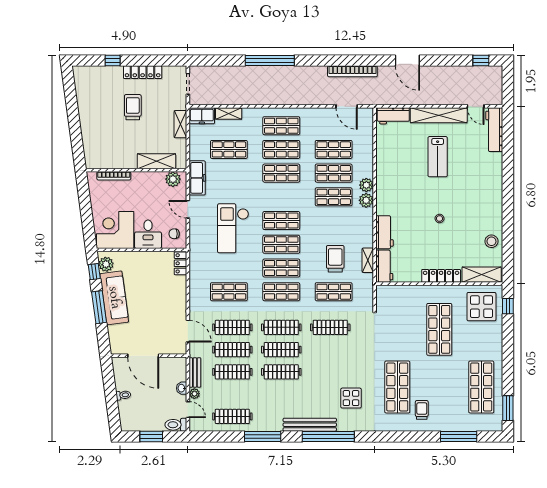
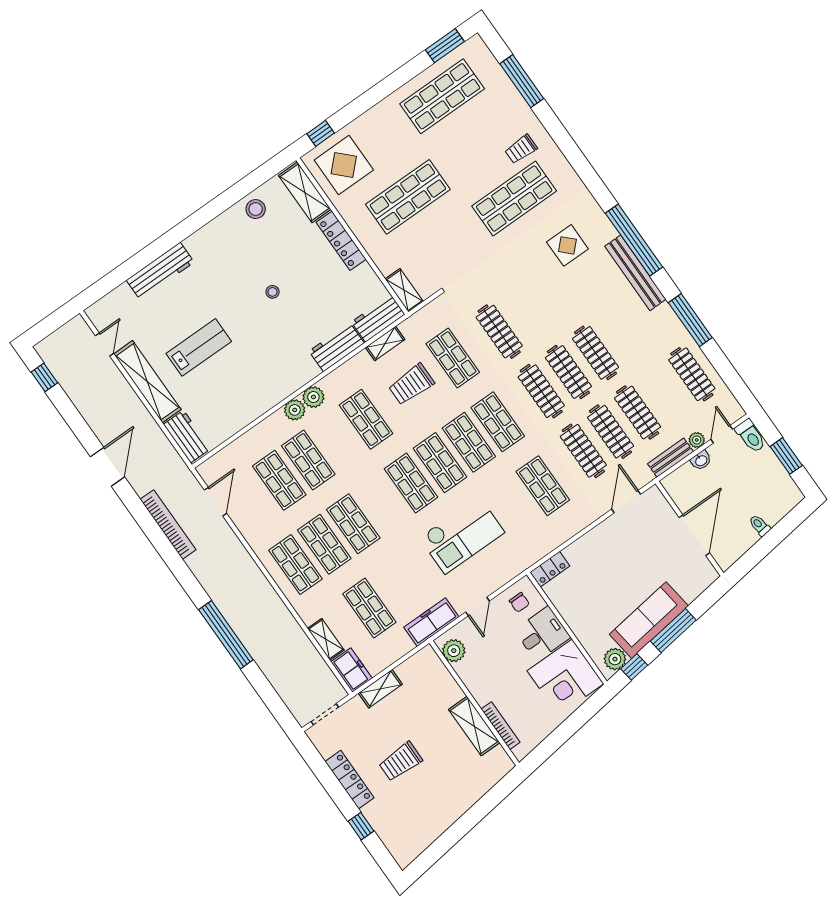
workbench: (494, 130) -> (160, 271), moved
shelving: (156, 161) -> (474, 726), moved
shop shelf: (334, 197) -> (366, 419), moved
shelving: (390, 291) -> (404, 290), added

